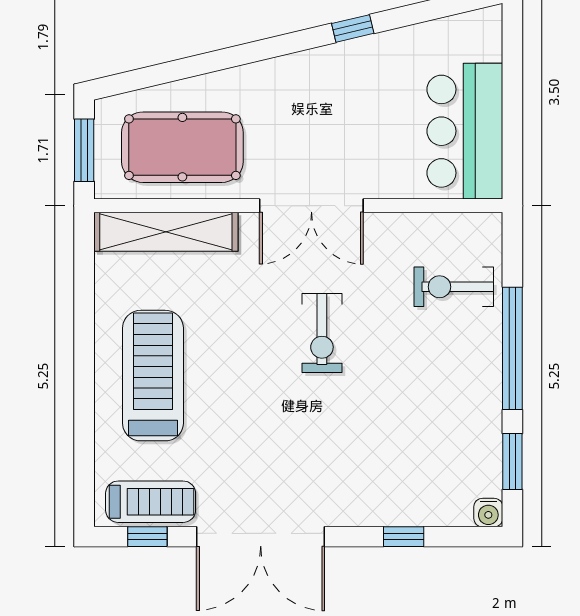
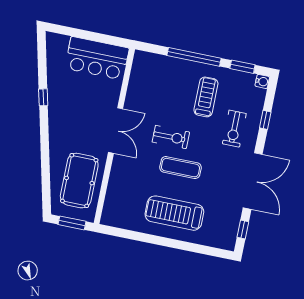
shelving: (166, 232) -> (114, 195), removed
exercise bike: (454, 287) -> (234, 129), moved
exercise mat: (258, 368) -> (180, 168), added
treadmill: (151, 502) -> (206, 97), moved

